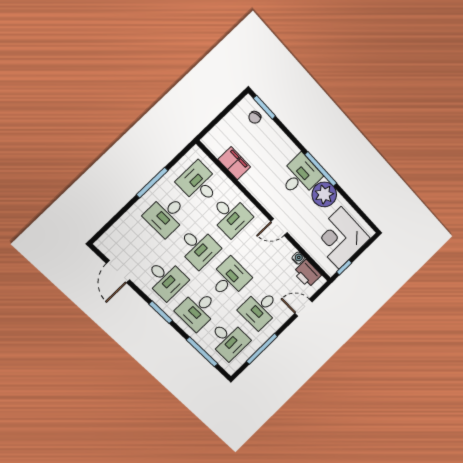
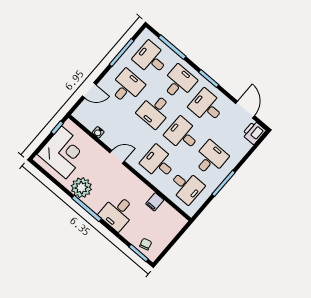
filing cabinet: (234, 163) -> (155, 202), width x0.50
desk: (300, 176) -> (117, 213), moved
printer: (307, 274) -> (254, 133), moved, turned -90

